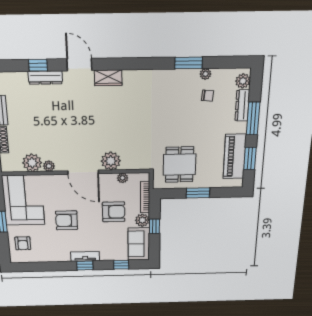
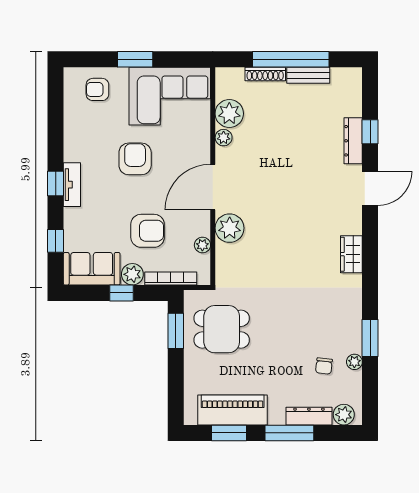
wardrobe: (108, 78) -> (351, 254), moved
window: (198, 193) -> (176, 331), moved
armchair: (114, 212) -> (148, 231), turned -90

